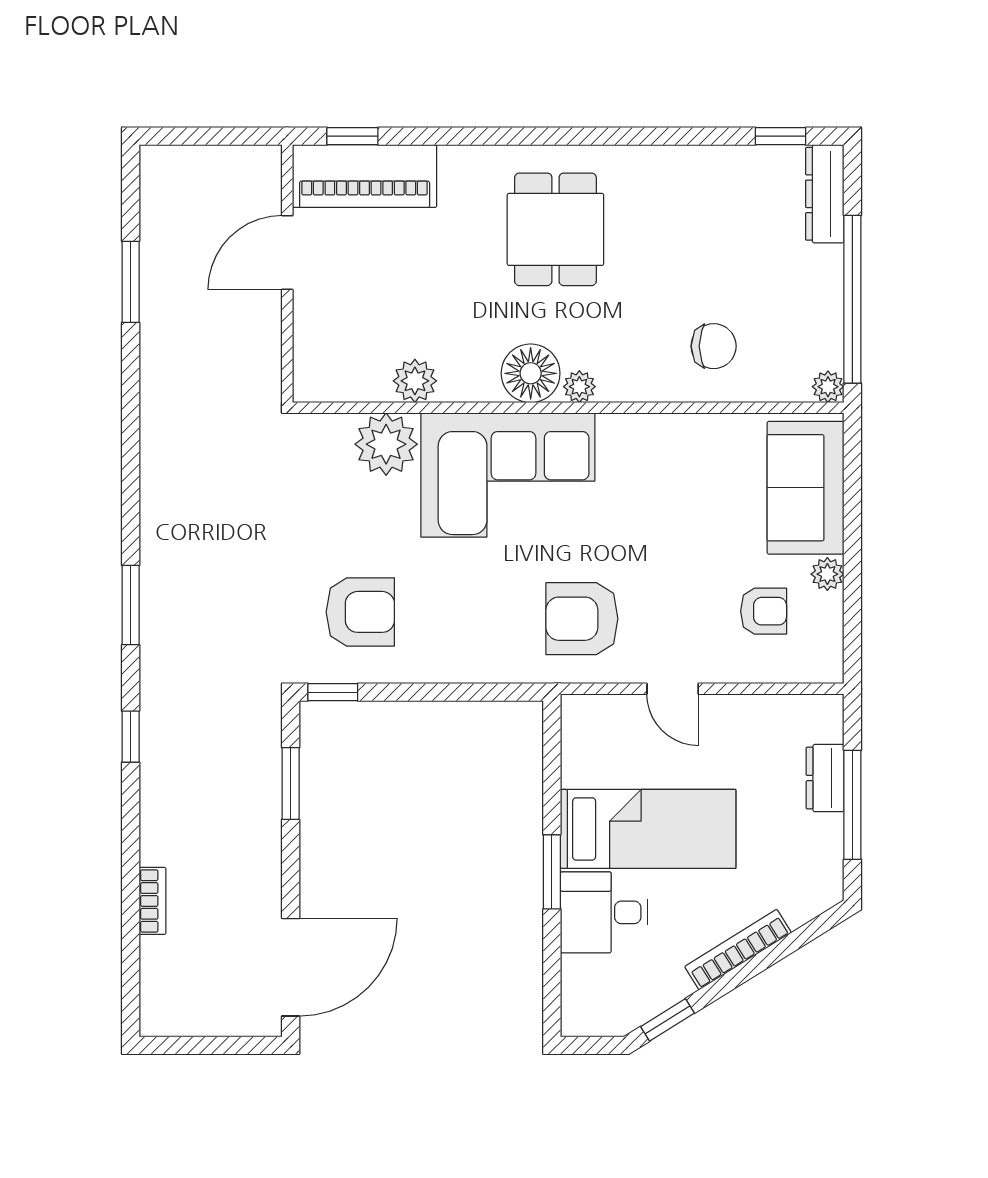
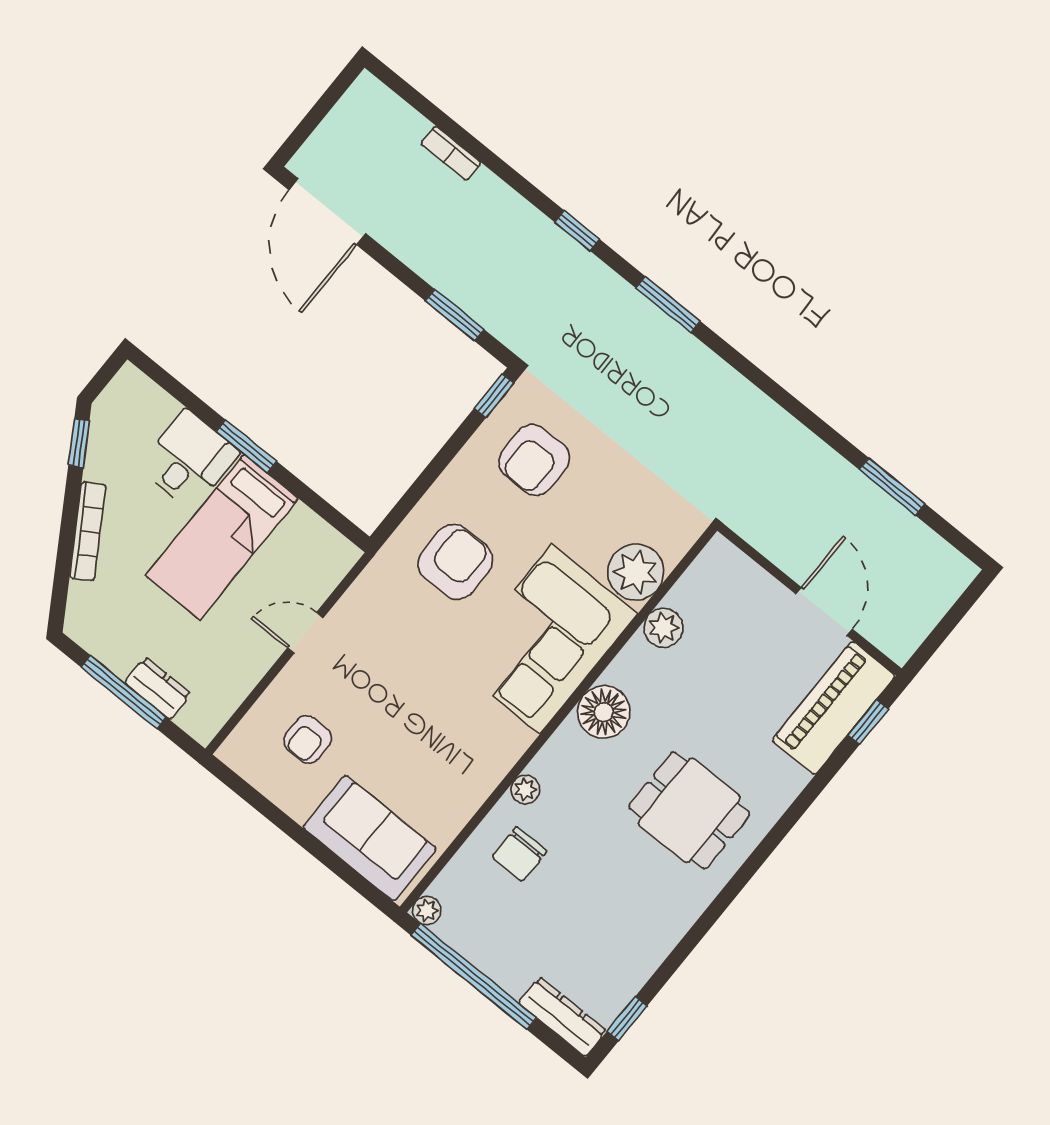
plant: (579, 387) -> (525, 789), moved
plant: (827, 574) -> (298, 805), removed
armchair: (582, 619) -> (455, 562), moved

